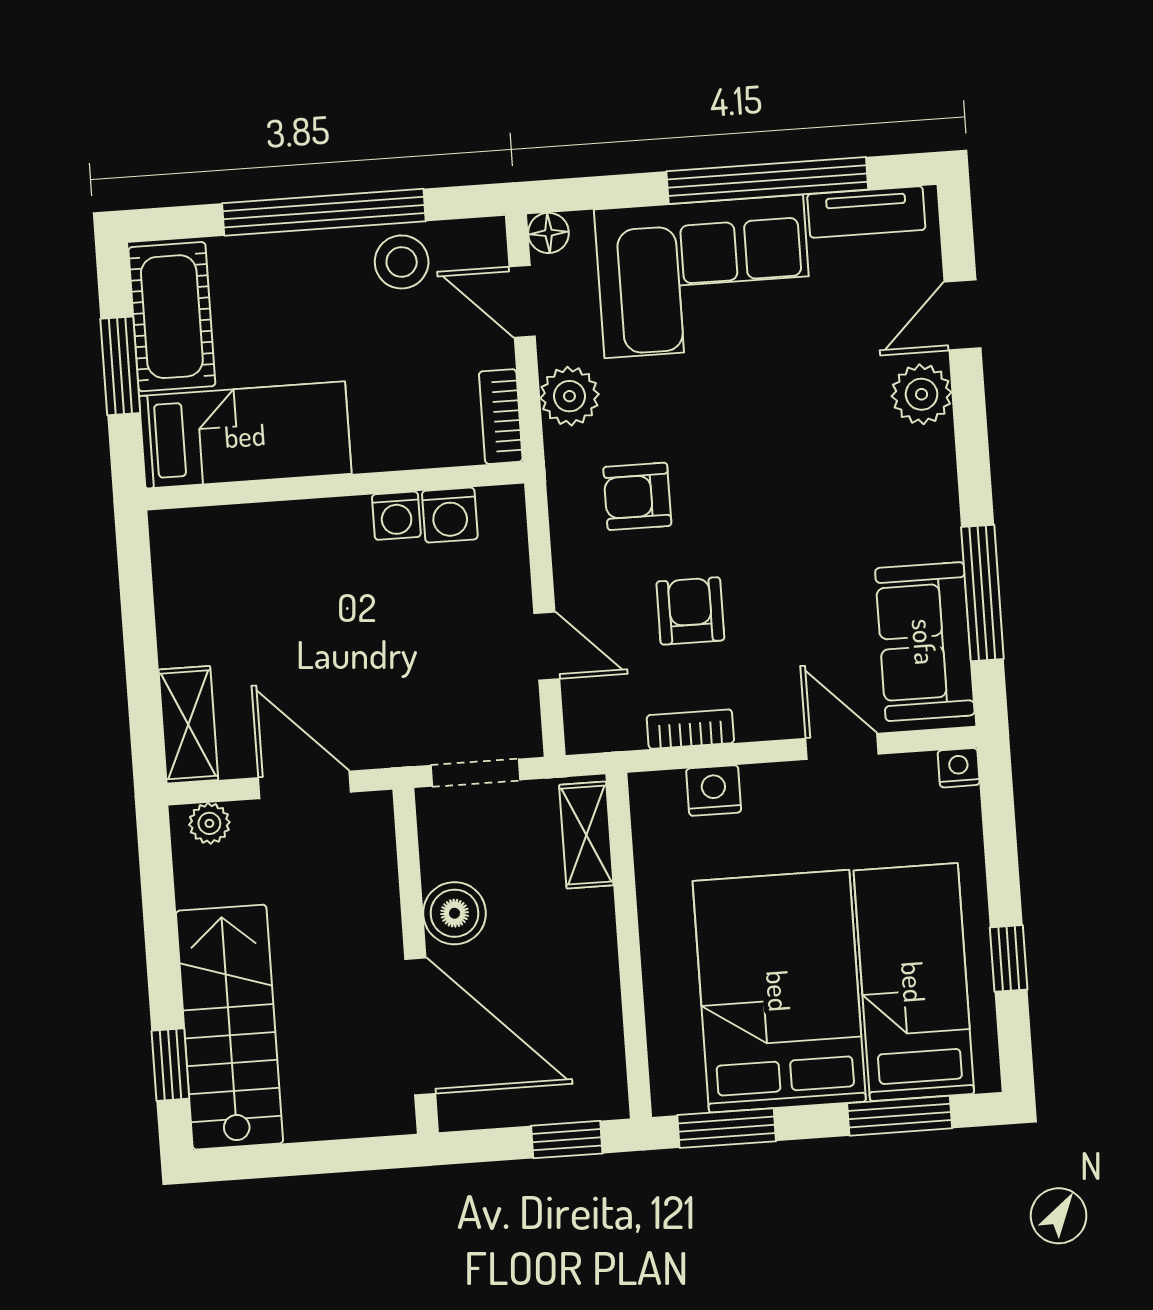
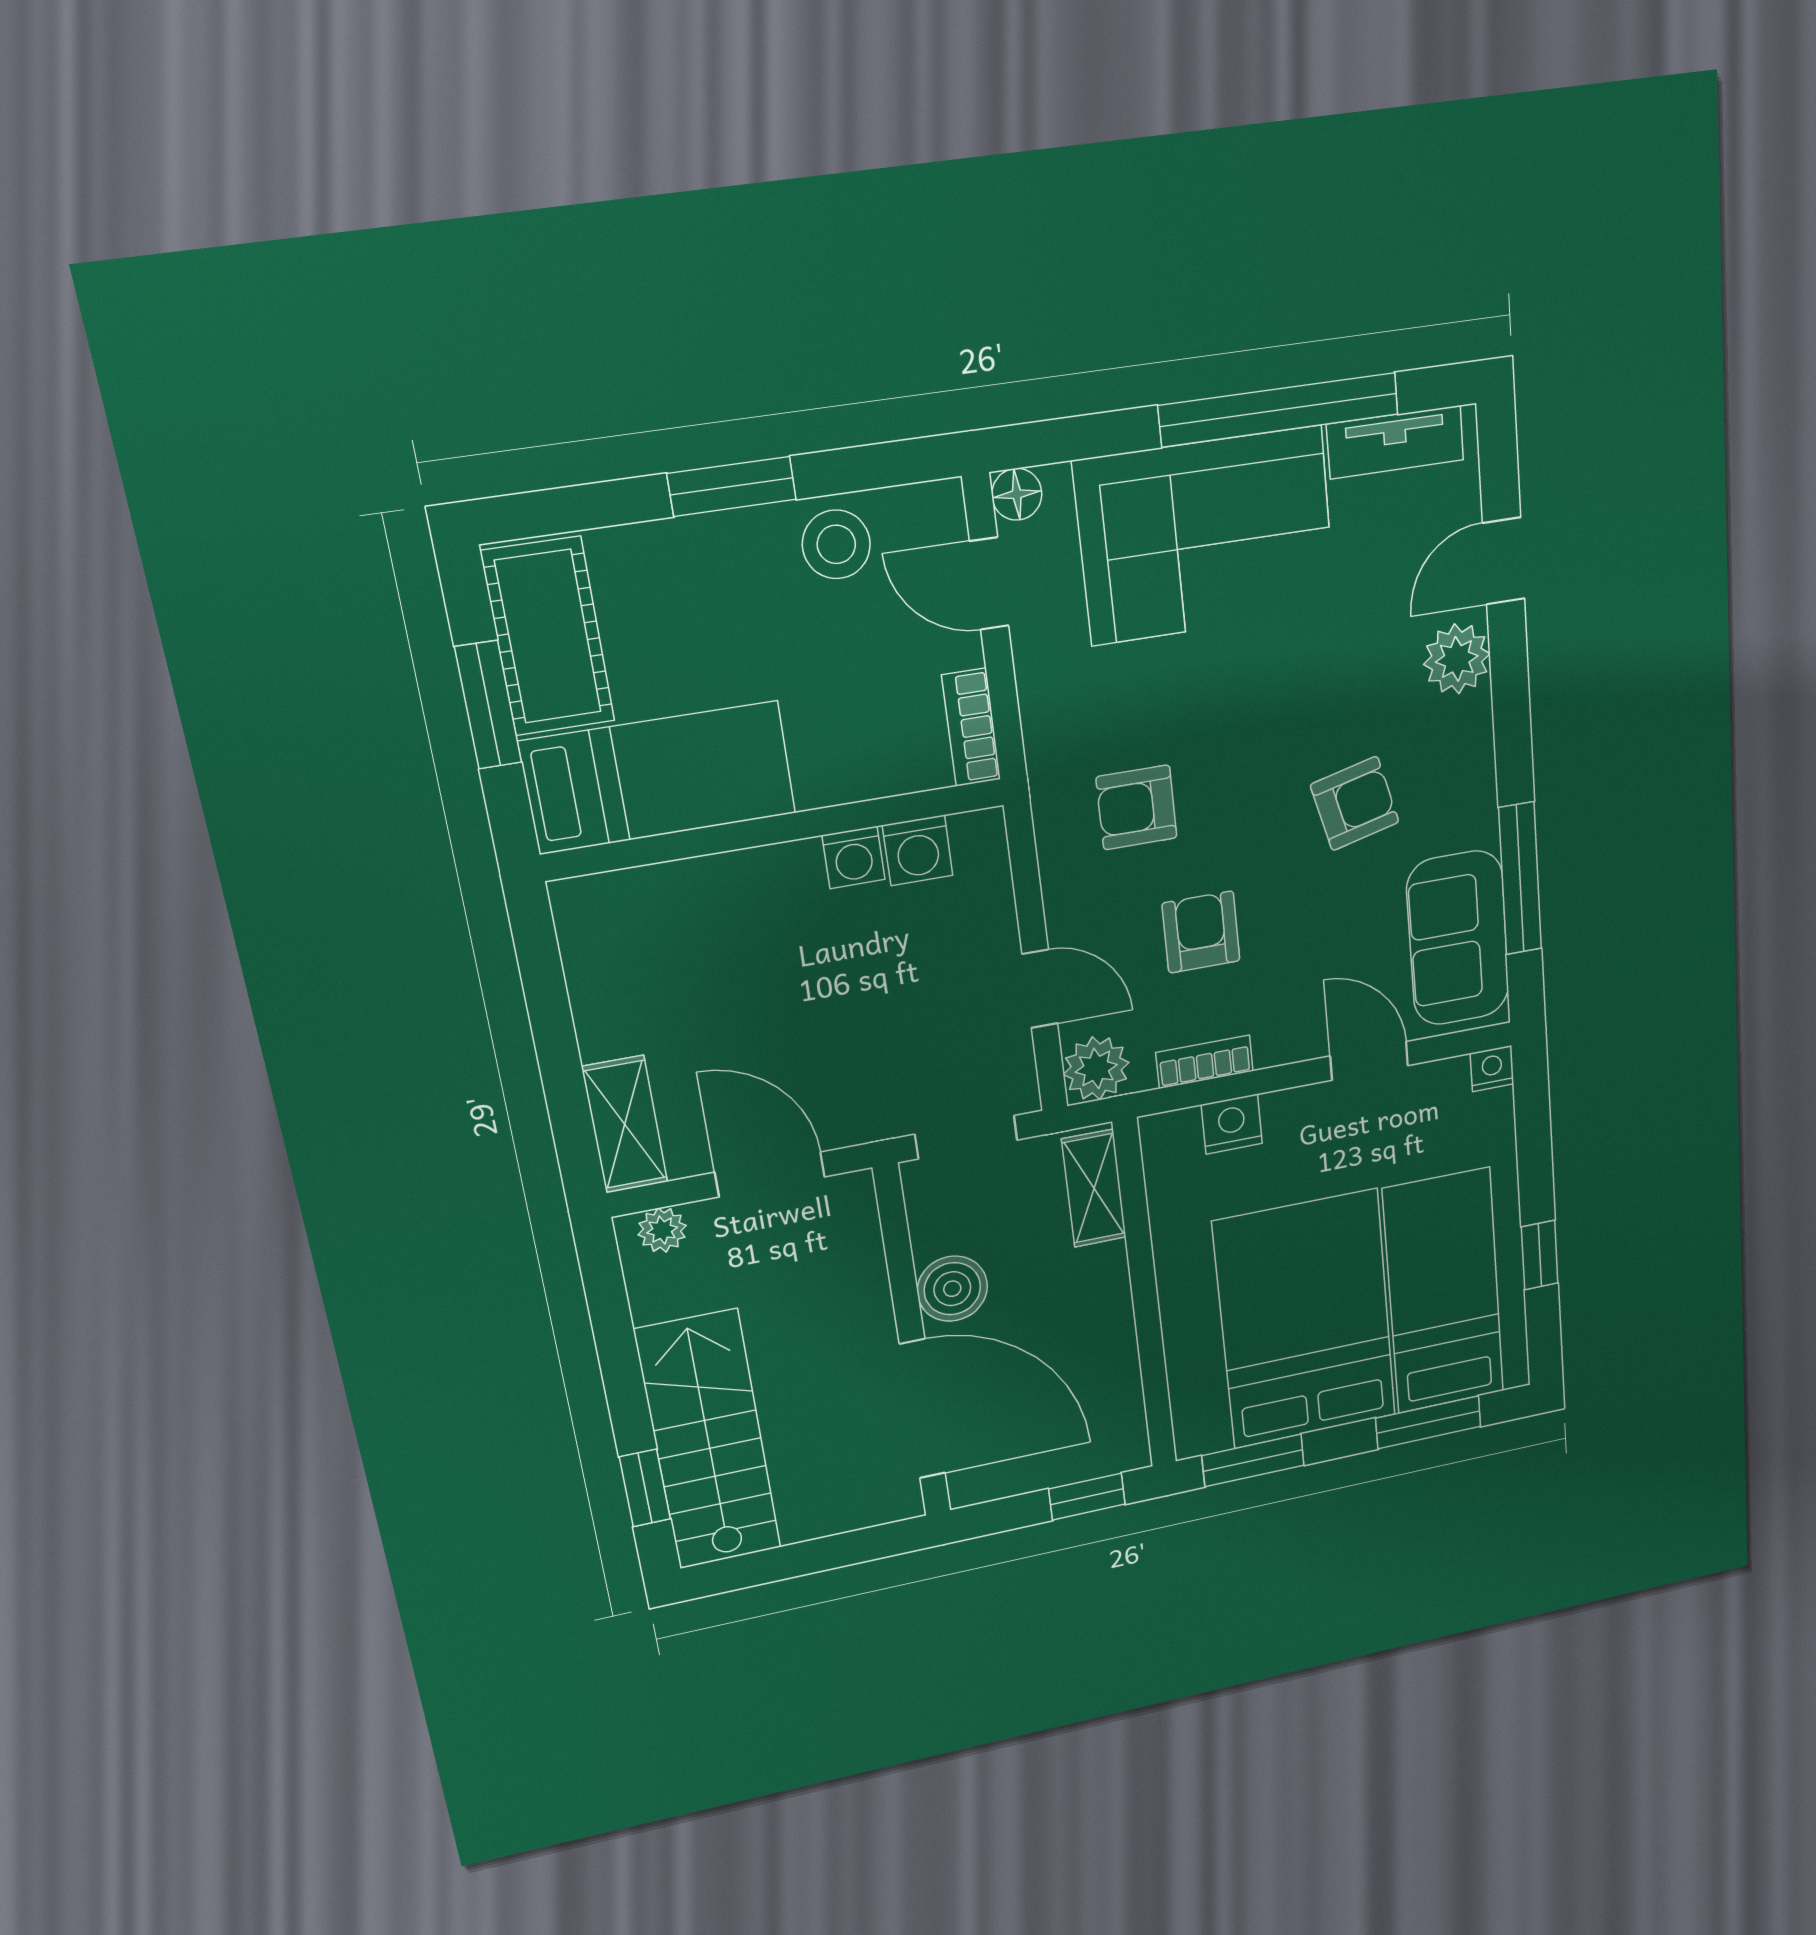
window: (324, 212) -> (732, 486), width x0.47
plant: (570, 396) -> (1096, 1068), moved
armchair: (830, 511) -> (1355, 804), added

